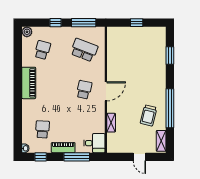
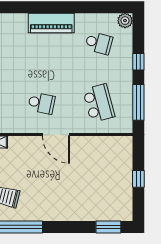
school desk: (84, 50) -> (99, 103), turned -36
window: (170, 55) -> (108, 227), moved
door: (106, 91) -> (56, 135), moved

